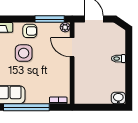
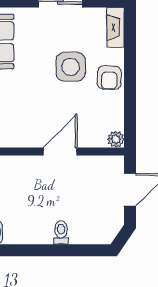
window: (50, 19) -> (130, 112), removed
door: (72, 47) -> (60, 152), moved

